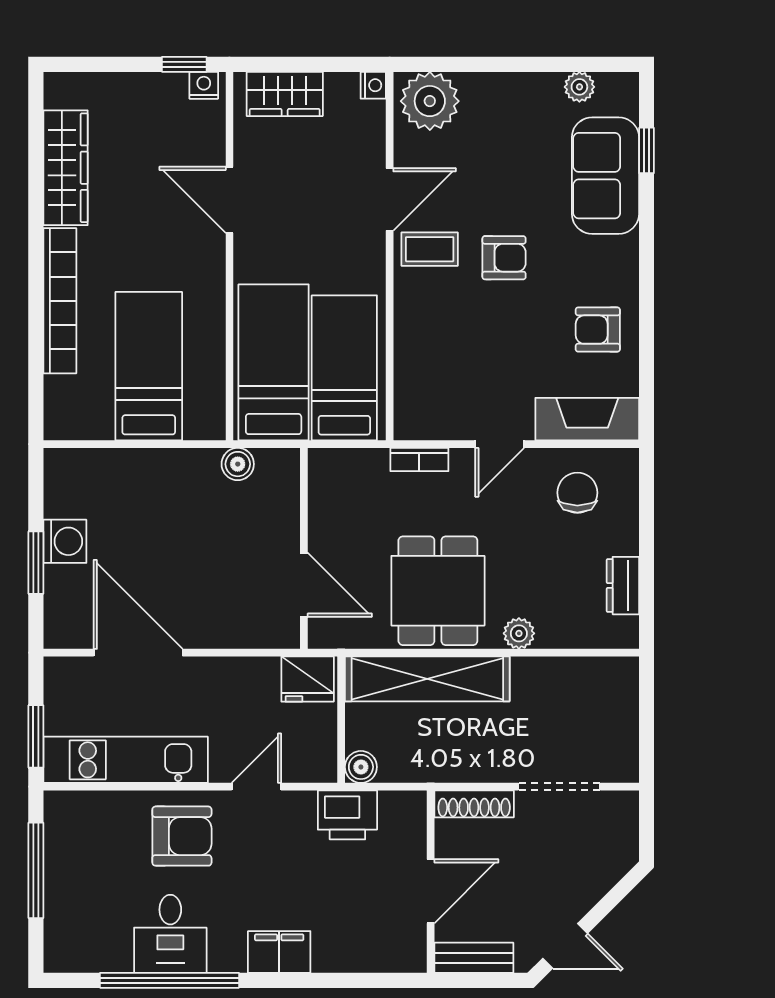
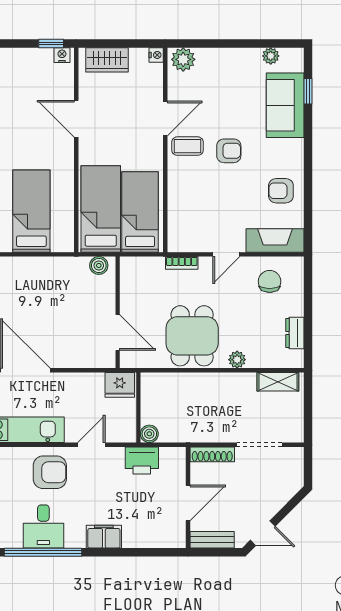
plant: (430, 101) -> (183, 59), width x0.73, depth x0.73
boiler: (238, 464) -> (99, 265), moved
shelving: (427, 679) -> (278, 382), moved, width x0.45, depth x0.75

